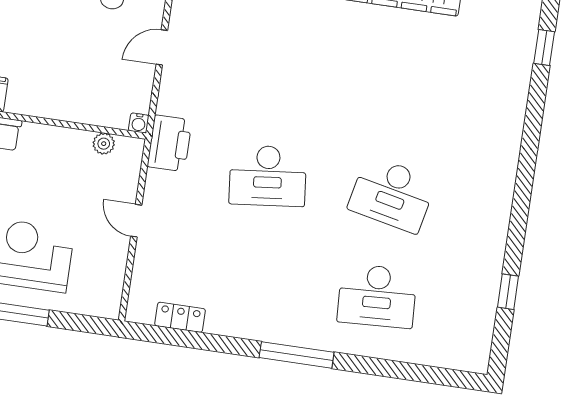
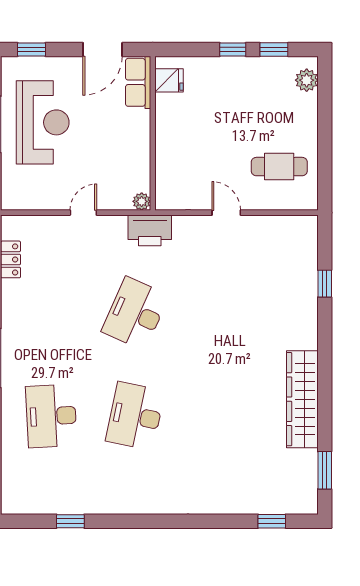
water cooler: (139, 123) -> (162, 203), removed
plant: (104, 144) -> (142, 201), moved
desk: (268, 176) -> (135, 313), turned 30

